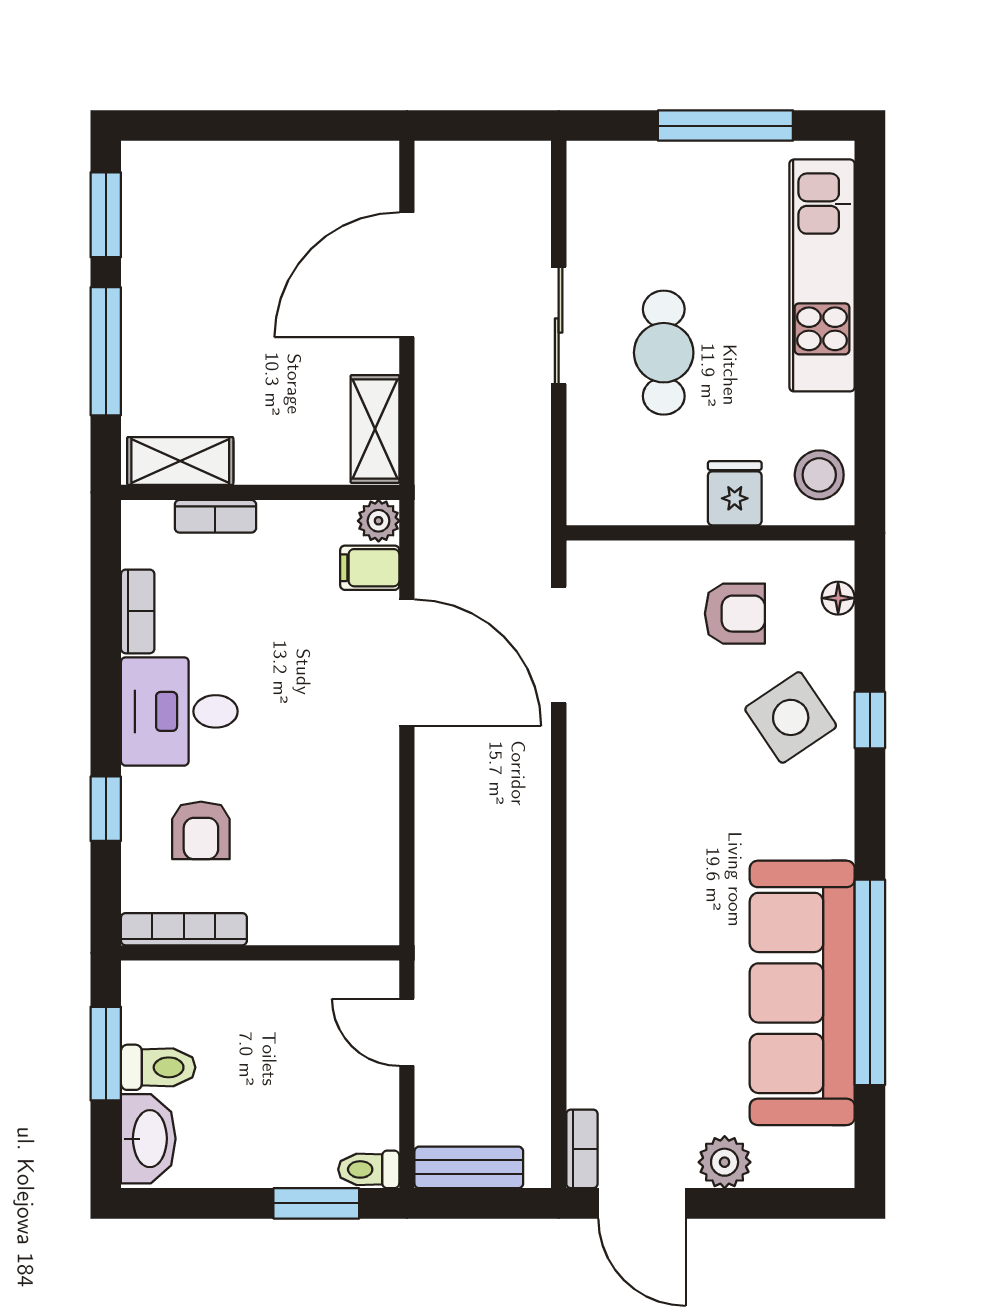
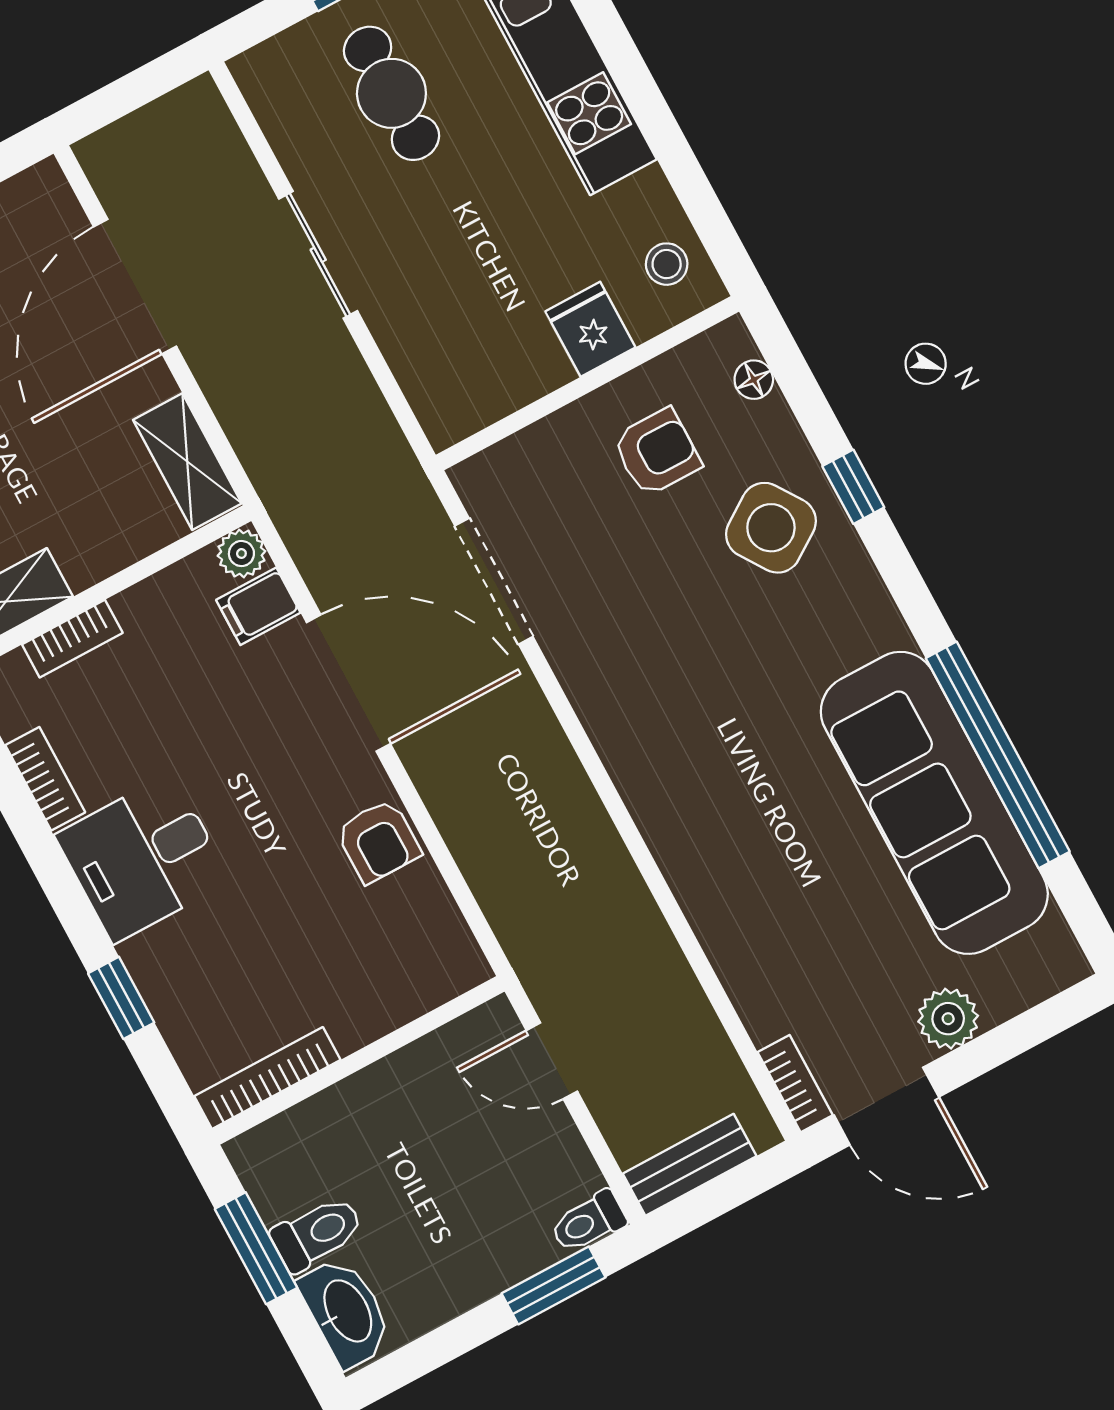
cafe table: (664, 353) -> (391, 93), moved
stool: (819, 475) -> (667, 264), width x0.73, depth x0.73
armchair: (201, 830) -> (378, 841), moved

